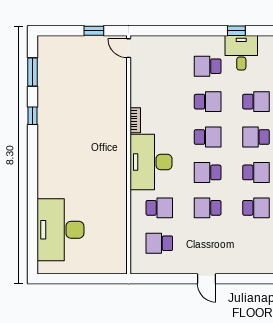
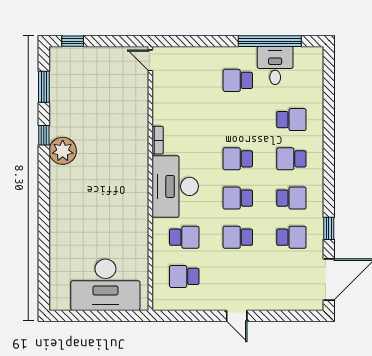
window: (94, 31) -> (73, 41), moved
window: (236, 31) -> (270, 41), width x3.17
school desk: (208, 102) -> (238, 120), removed
plant: (49, 130) -> (63, 151), added
school desk: (208, 137) -> (238, 159), turned 180
desk: (61, 230) -> (105, 285), moved, turned -90

